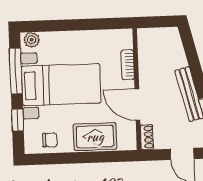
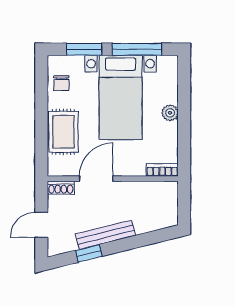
plant: (32, 40) -> (170, 113), moved
bookcase: (128, 65) -> (162, 170), moved
window: (18, 120) -> (84, 49), width x1.50

